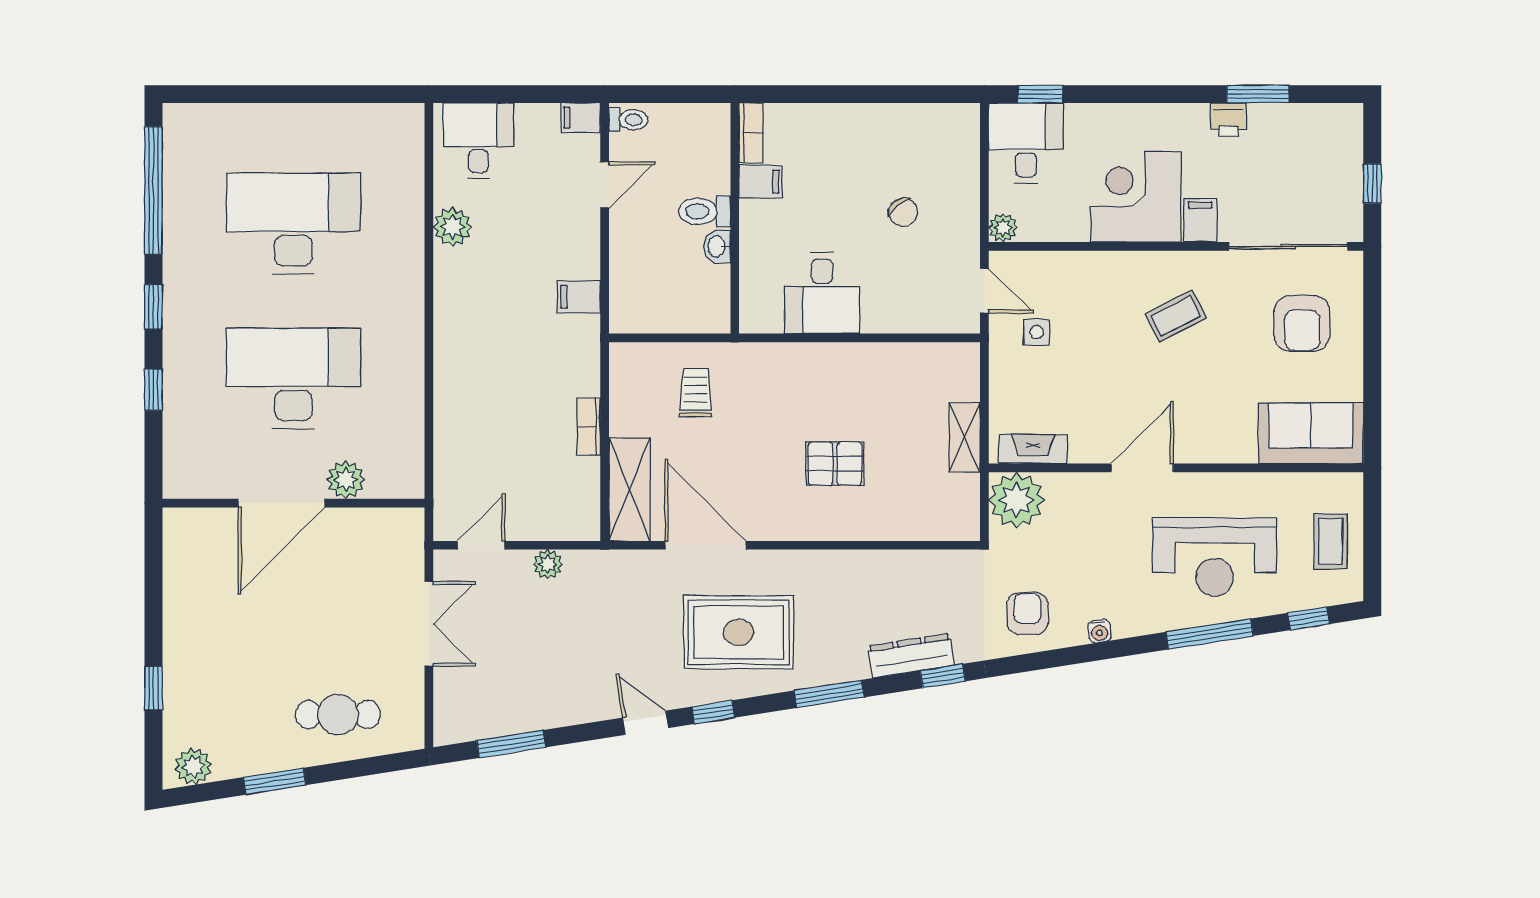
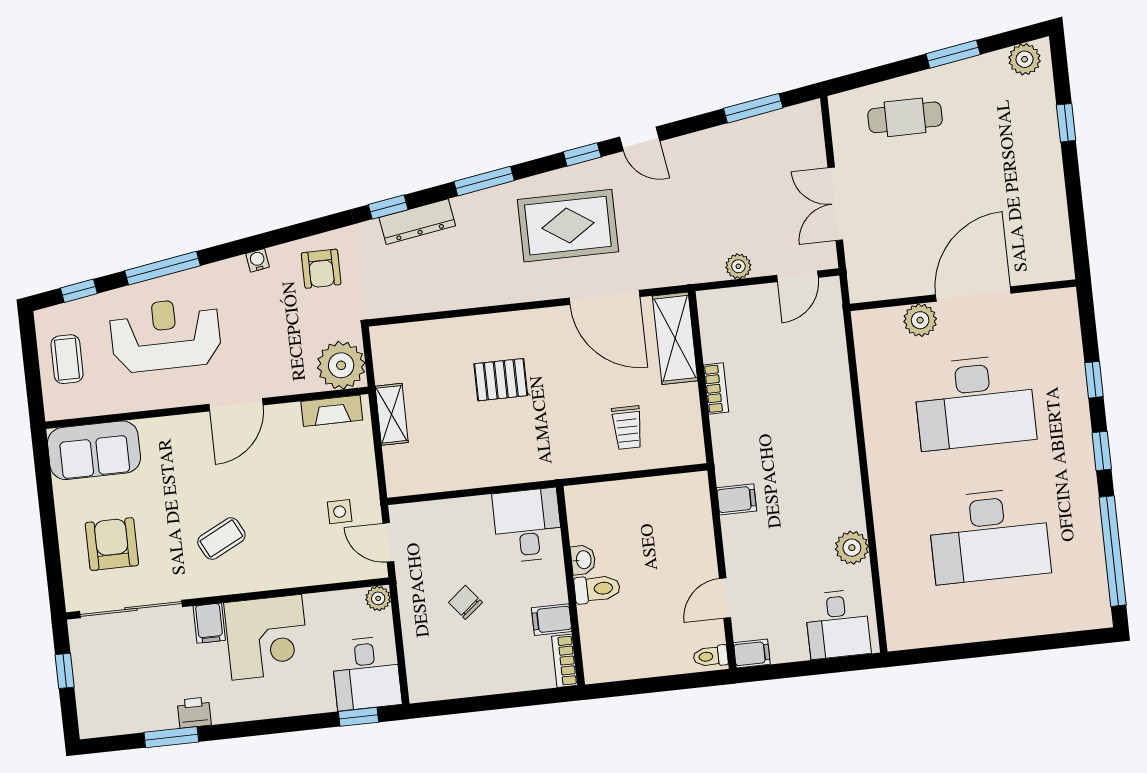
bookcase: (751, 133) -> (565, 661), moved
filing cabinet: (761, 182) -> (552, 620), moved
toilet: (705, 211) -> (597, 589), moved
wall: (735, 218) -> (571, 586), moved
washbasin: (717, 246) -> (583, 560), moved

